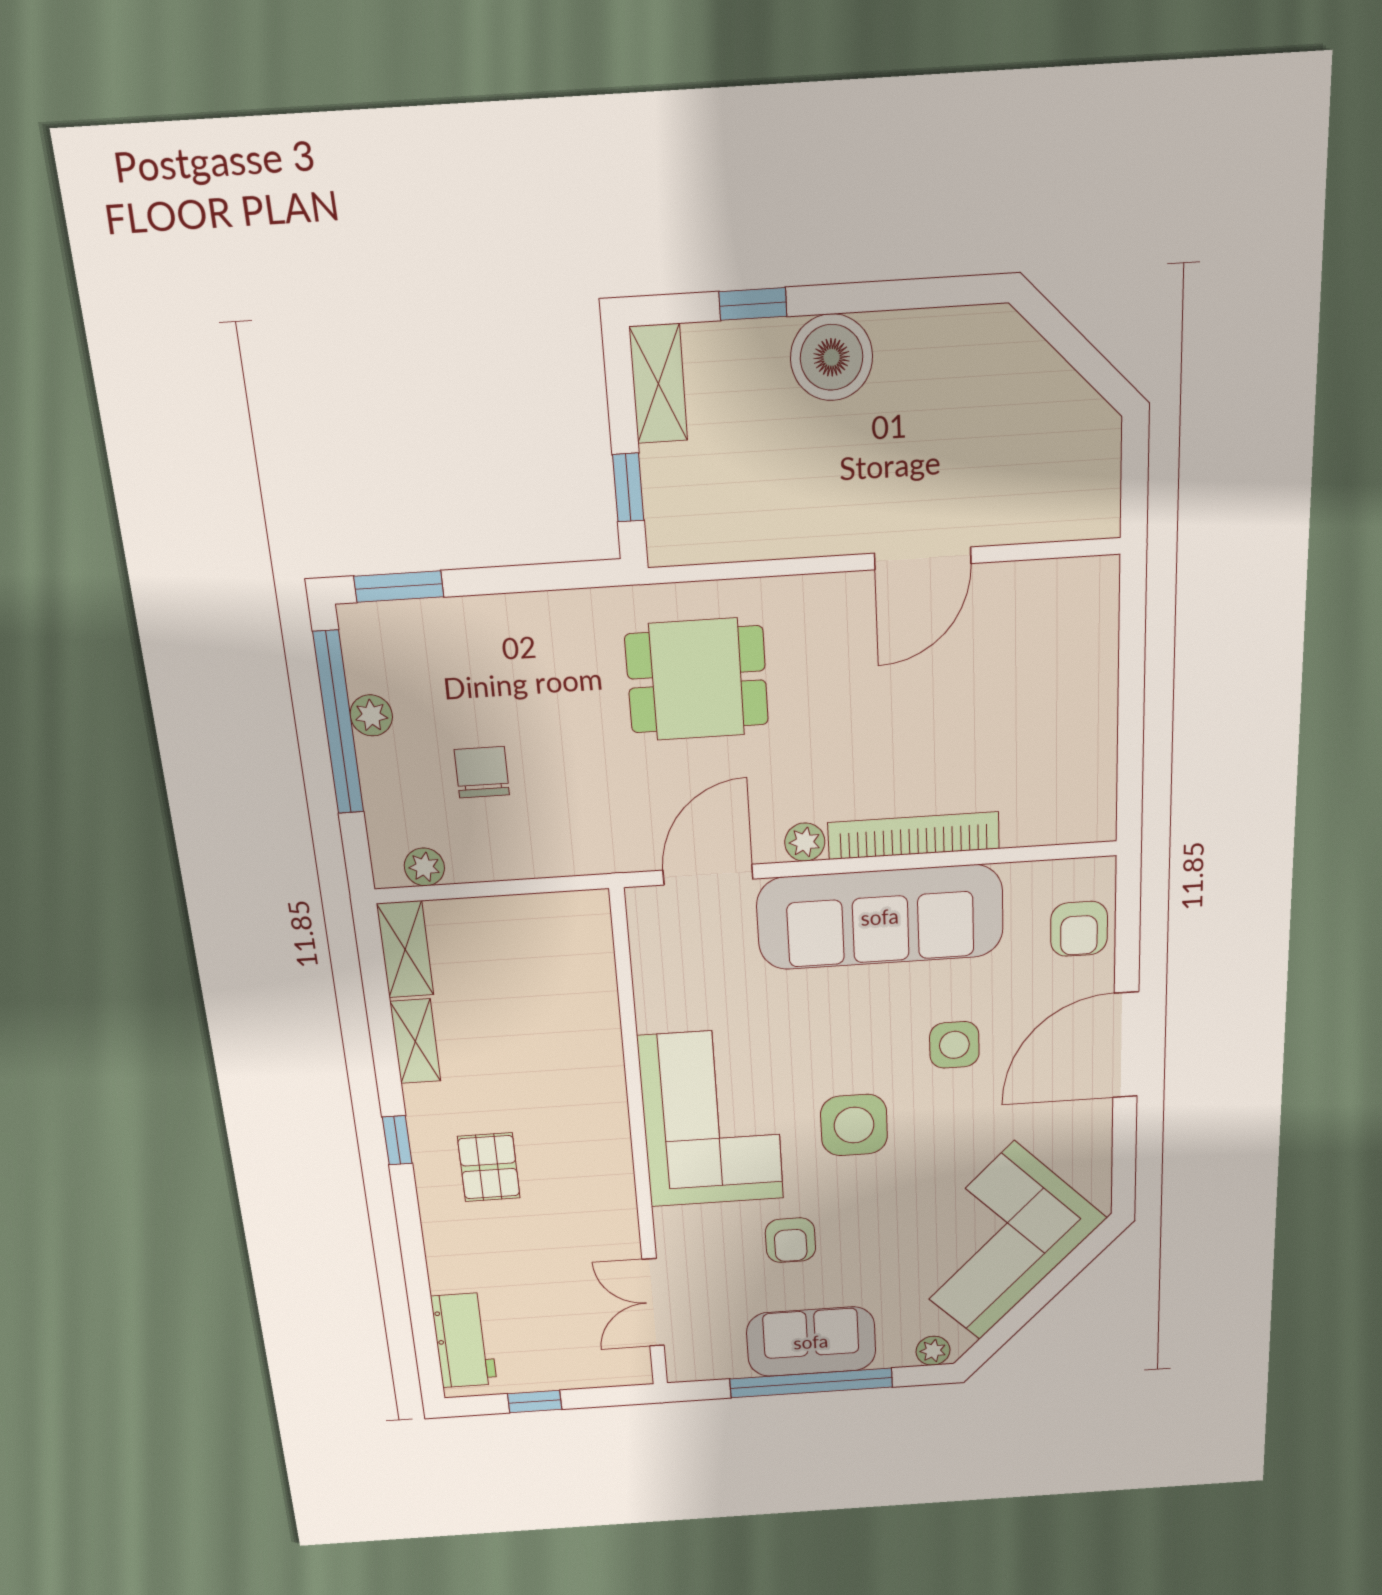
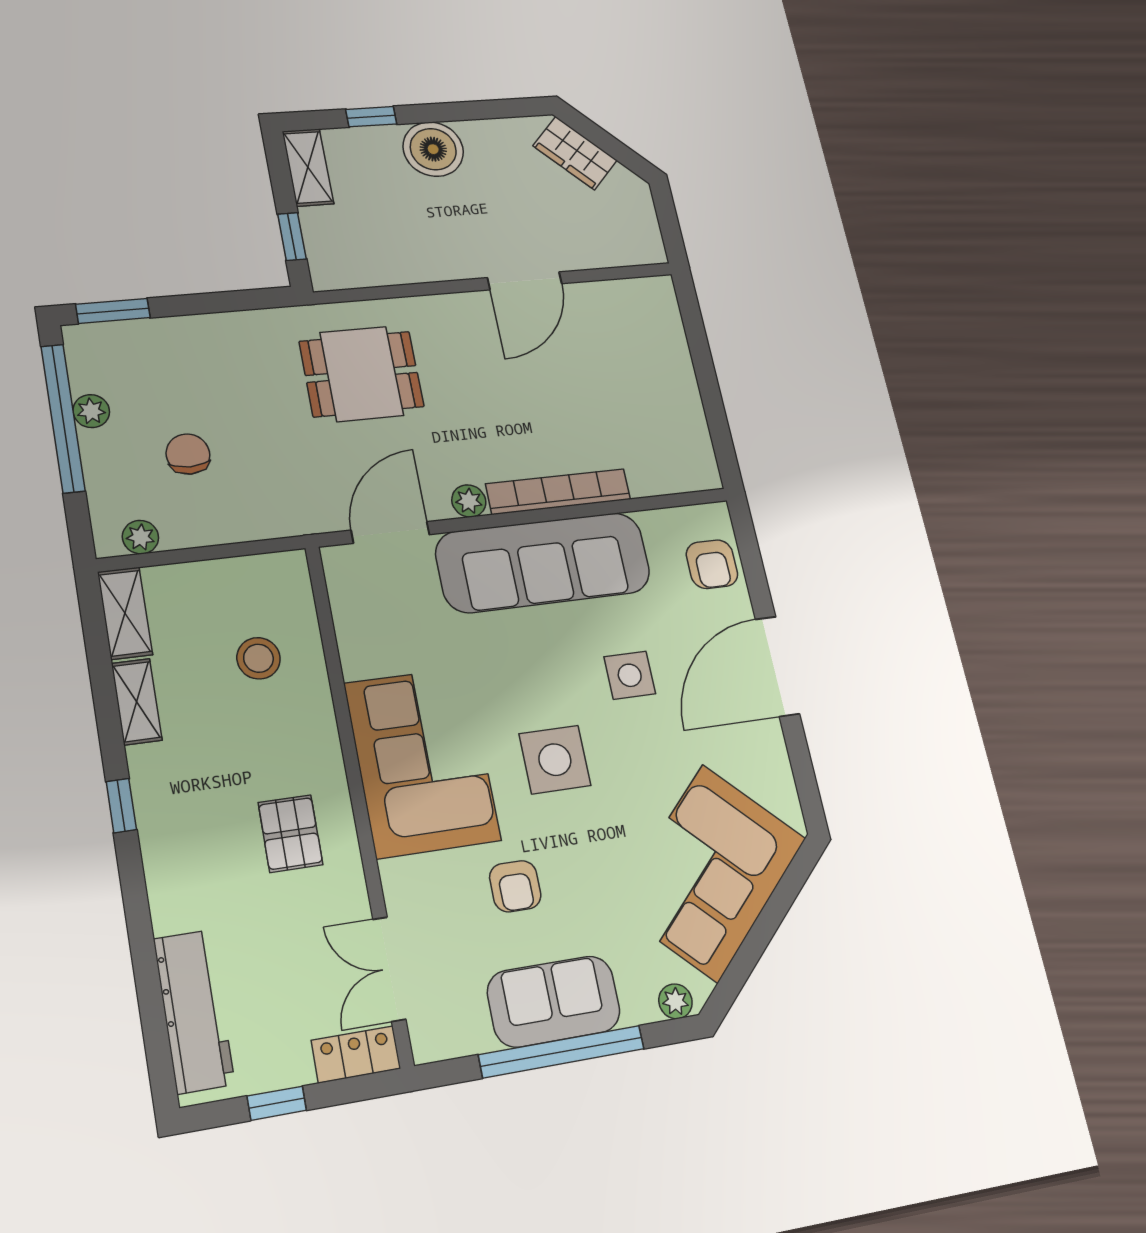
wardrobe: (1028, 366) -> (575, 153), added
stool: (547, 1004) -> (258, 658), added
pallet: (489, 1167) -> (290, 834), moved
workbench: (464, 1340) -> (194, 1011), width x1.38
locker: (613, 1370) -> (356, 1054), added

